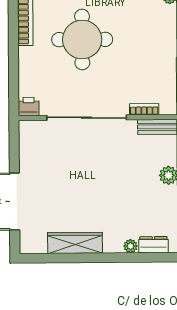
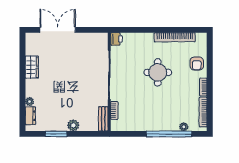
round table: (82, 39) -> (158, 72), width x0.73, depth x0.73
wardrobe: (75, 243) -> (32, 67), width x0.67

